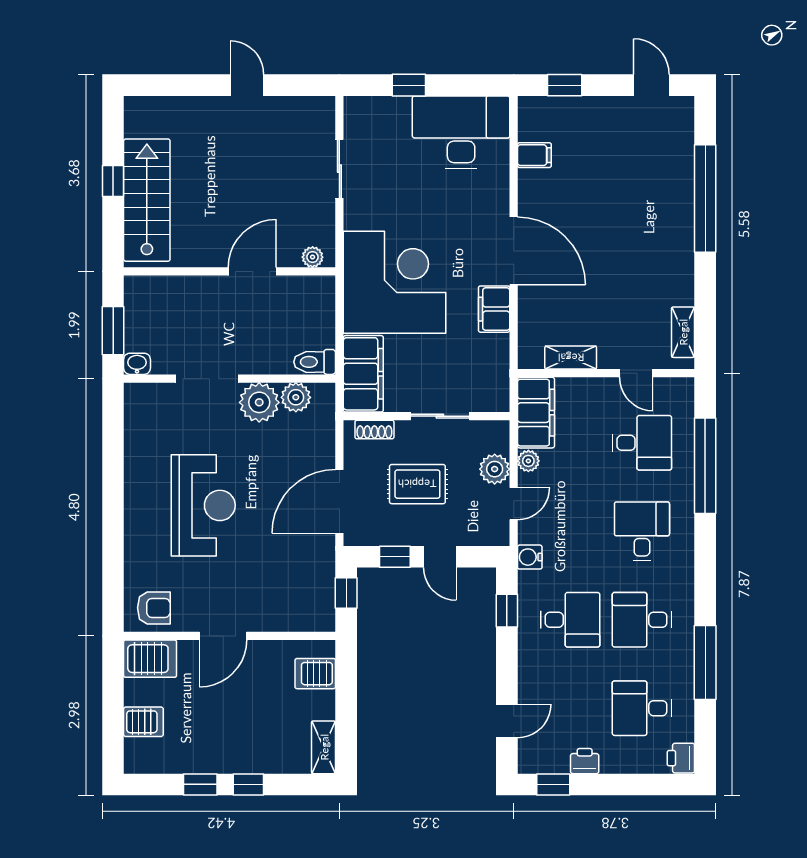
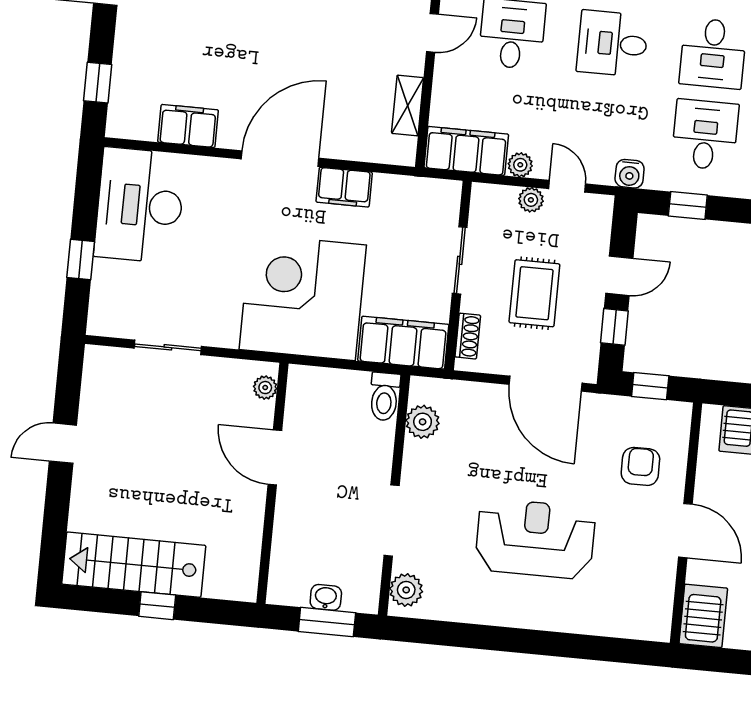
filing cabinet: (534, 155) -> (188, 126), width x2.00
stairs: (147, 200) -> (134, 565), moved
washbasin: (137, 364) -> (326, 597), moved, turned 90
plant: (259, 402) -> (406, 590), moved, width x0.73, depth x0.73
plant: (495, 469) -> (531, 200), width x0.73, depth x0.73
armchair: (154, 608) -> (640, 466), moved

